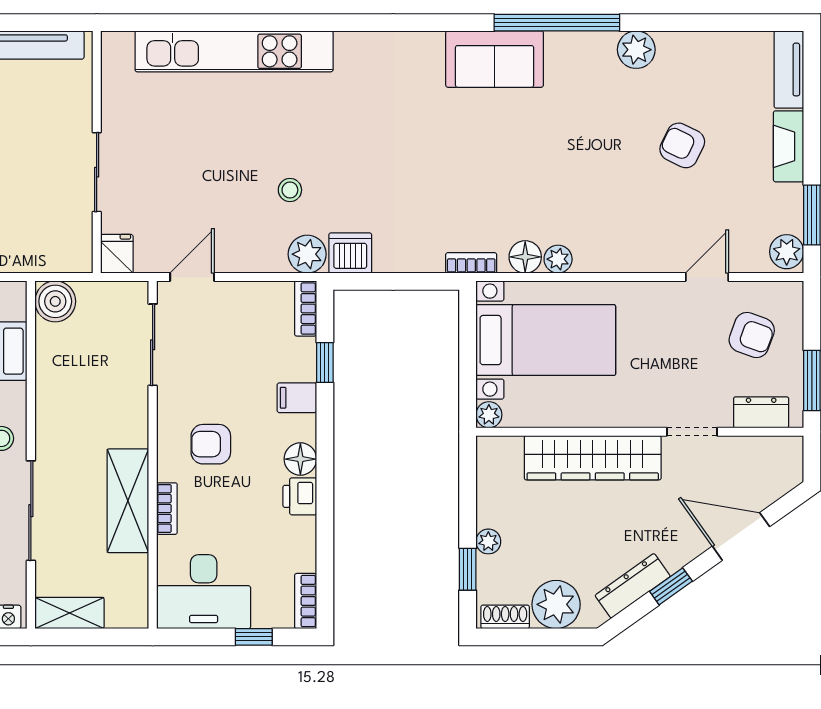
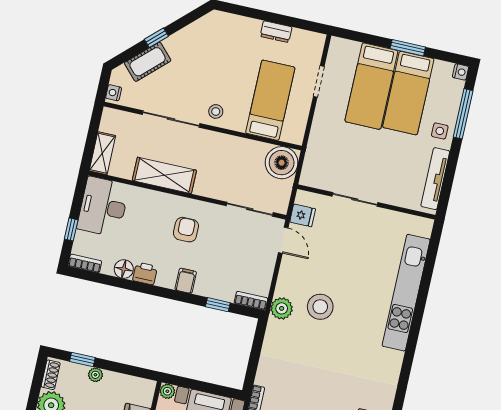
stool: (290, 190) -> (320, 307), width x1.89, depth x1.89
dishwasher: (350, 253) -> (277, 333), removed
fridge: (117, 254) -> (303, 215), moved
boiler: (55, 301) -> (282, 163), width x1.37, depth x1.37
filing cabinet: (297, 398) -> (186, 281), moved
floor lamp: (300, 459) -> (124, 269), moved
bookcase: (167, 509) -> (155, 197), removed
shelving: (69, 613) -> (102, 153), moved

